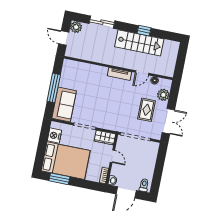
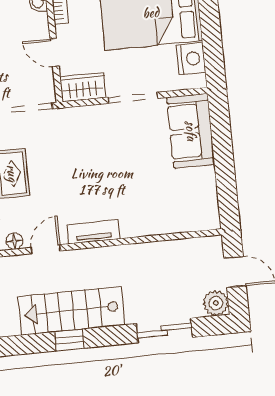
window: (54, 88) -> (224, 159), removed

